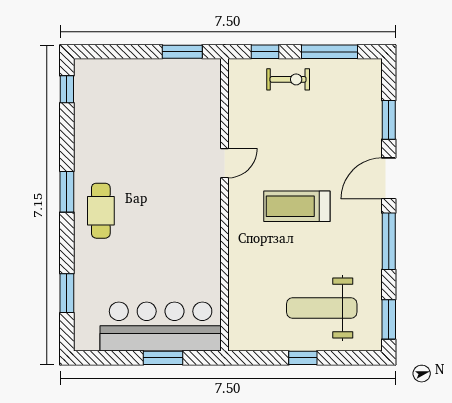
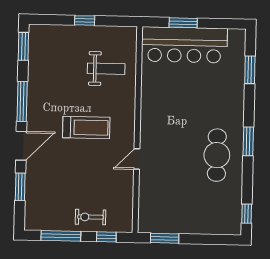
cafe table: (101, 211) -> (217, 155), moved, width x1.37, depth x1.35
weight bench: (322, 308) -> (106, 69), moved, width x0.73, depth x0.75

